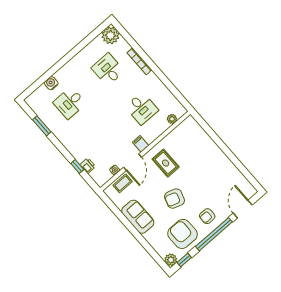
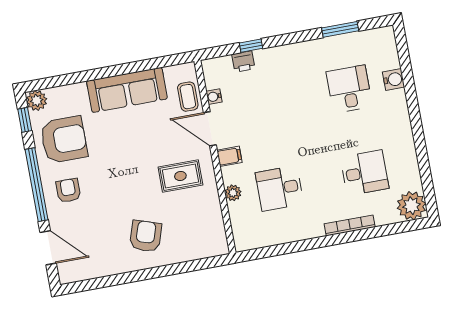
plant: (172, 119) -> (233, 193), moved
armchair: (174, 199) -> (146, 236), moved
sofa: (138, 217) -> (127, 90), width x1.36

